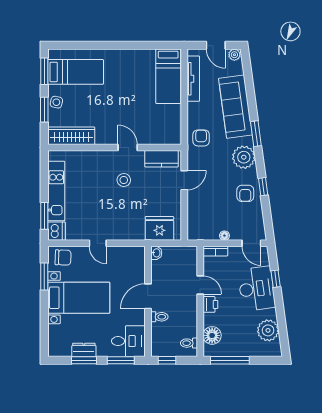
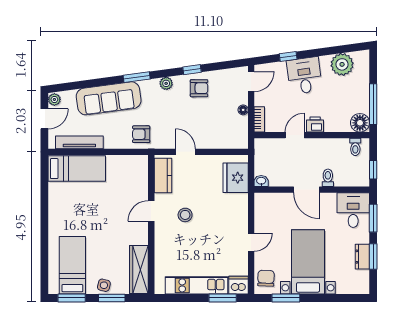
plant: (244, 157) -> (166, 83), width x0.53, depth x0.53
desk: (257, 289) -> (304, 76), width x0.73
floor lamp: (212, 335) -> (360, 123), moved

